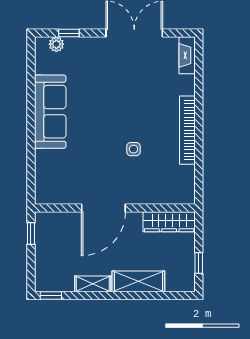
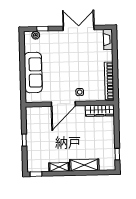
door: (103, 208) -> (63, 104), moved
wall: (115, 208) -> (70, 104), moved
wardrobe: (169, 222) -> (100, 111), moved

